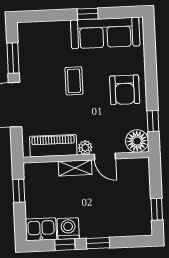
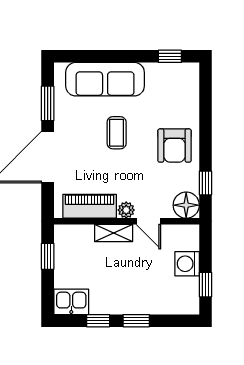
window: (88, 14) -> (170, 56), moved
sofa: (105, 33) -> (105, 79), moved
washing machine: (68, 229) -> (187, 264), moved, turned -90

